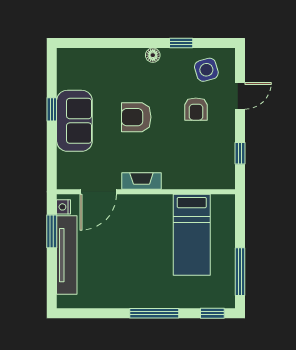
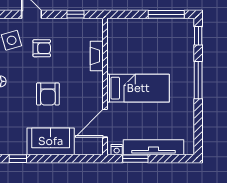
window: (52, 109) -> (18, 159), moved
fireplace: (141, 181) -> (97, 56), moved
door: (98, 192) -> (105, 123), swing flipped
bed: (192, 235) -> (138, 88), moved

